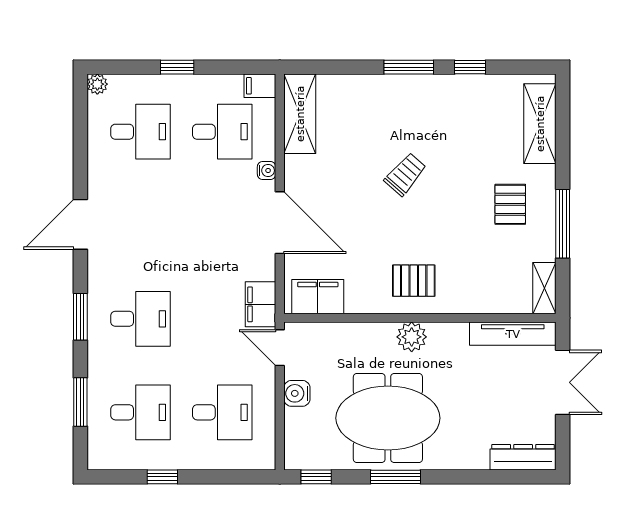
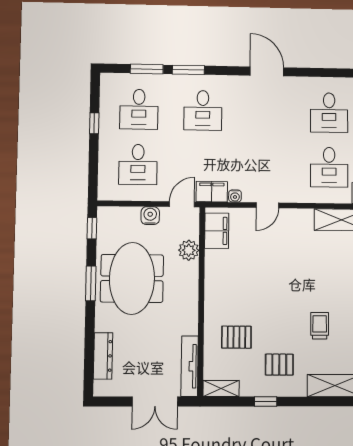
water cooler: (267, 170) -> (235, 196), moved
trolley: (405, 174) -> (320, 326), moved, turned -131
door: (280, 223) -> (267, 205), width x0.53
window: (563, 224) -> (266, 402), width x0.46
pallet: (414, 281) -> (236, 337), moved, turned 90
window: (80, 317) -> (188, 70), moved
plant: (412, 337) -> (189, 250), moved
dresser: (523, 457) -> (103, 356), moved

